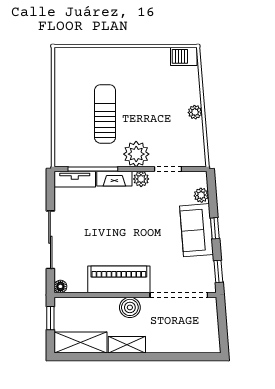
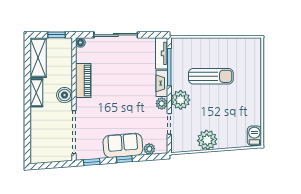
plant: (195, 112) -> (207, 140), width x1.88, depth x1.88
piano: (119, 279) -> (83, 80), width x0.73, depth x0.75

